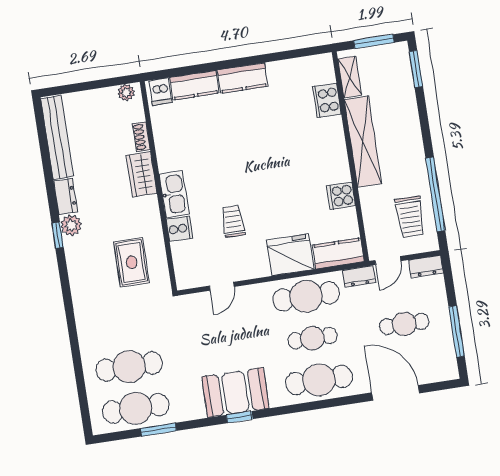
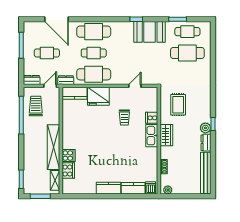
wardrobe: (142, 174) -> (166, 135), moved
cooker: (341, 196) -> (68, 156), moved
booth: (235, 392) -> (150, 32), moved
cafe table: (136, 408) -> (187, 32), width x0.73, depth x0.74

